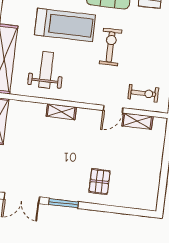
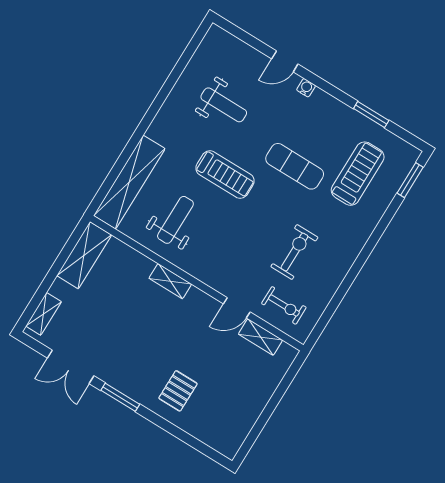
treadmill: (65, 25) -> (225, 175), width x0.73, depth x0.73
exercise bike: (110, 47) -> (294, 252), moved

